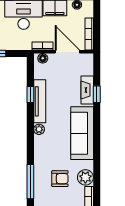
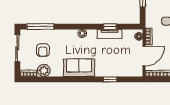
fireplace: (87, 90) -> (114, 72), removed
tv unit: (40, 101) -> (110, 34), width x0.71
sofa: (82, 133) -> (79, 68), width x0.73

